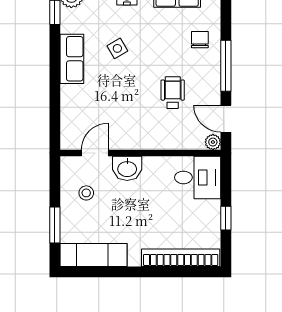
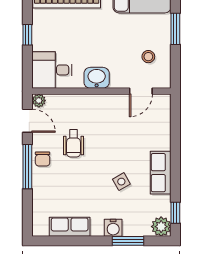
chair: (200, 40) -> (43, 159), moved
washbasin: (127, 168) -> (97, 78), moved

